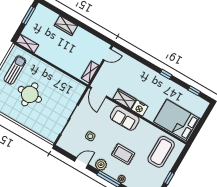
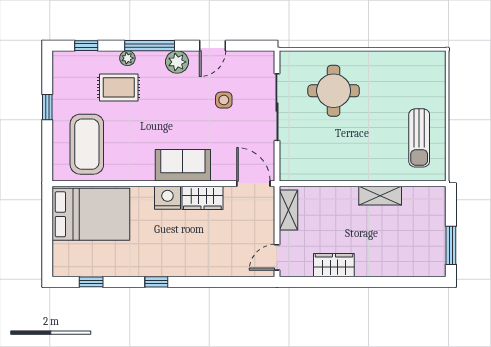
wardrobe: (66, 26) -> (334, 265), moved
shelving: (27, 44) -> (380, 196), moved
round table: (30, 94) -> (334, 91), moved
rug: (123, 154) -> (119, 87), moved

